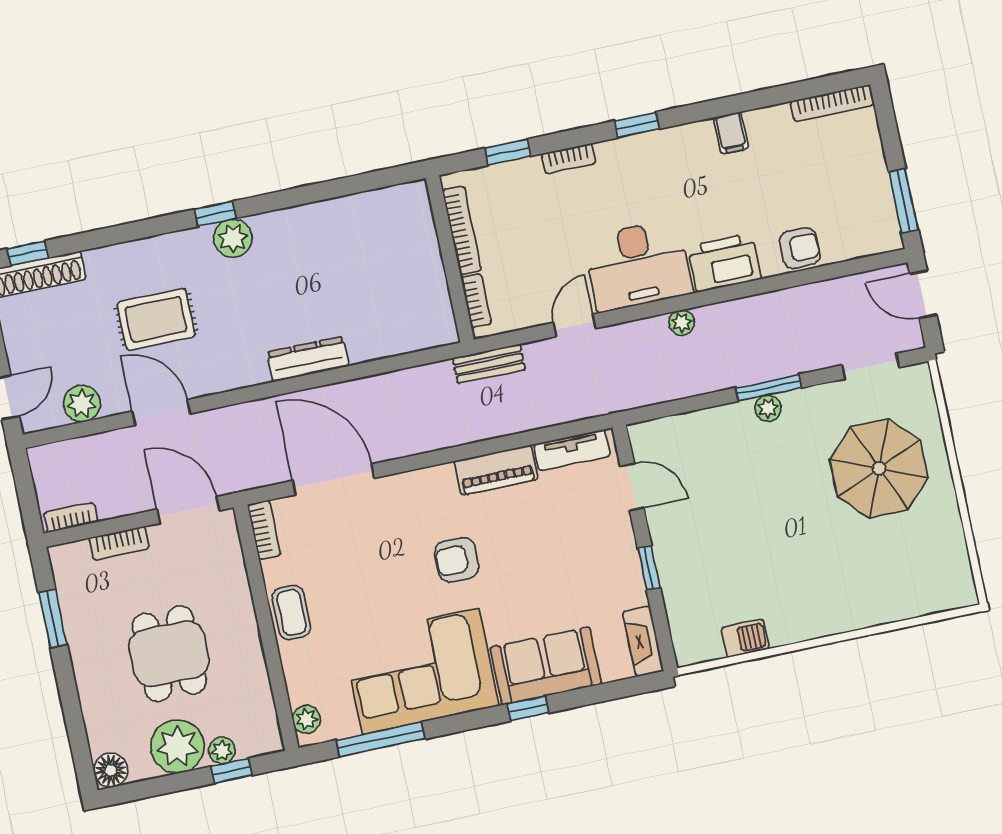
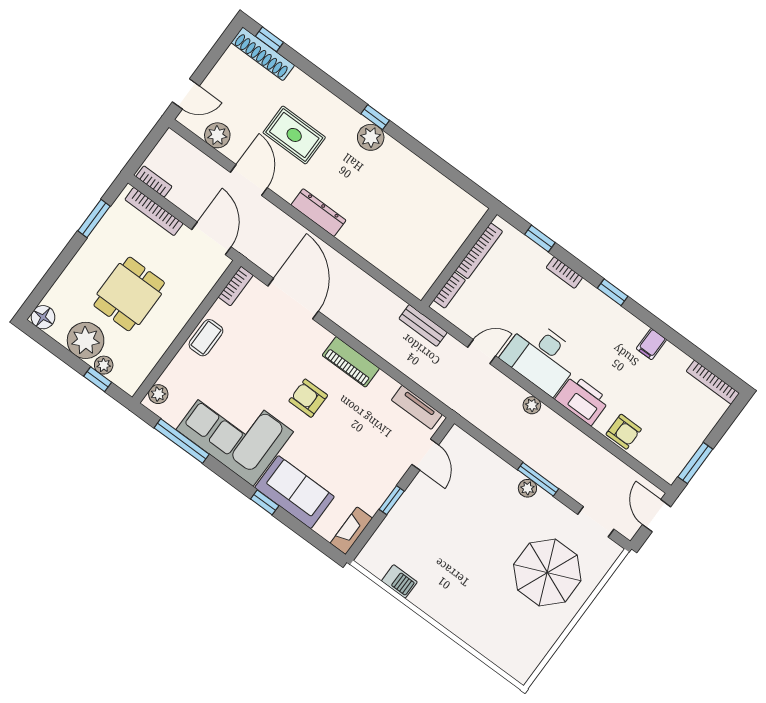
dresser: (308, 359) -> (318, 213), moved
piano: (496, 470) -> (351, 362), moved
bookcase: (119, 543) -> (154, 211), width x1.56

